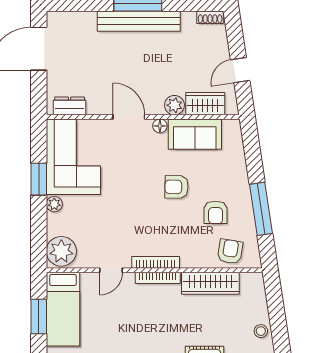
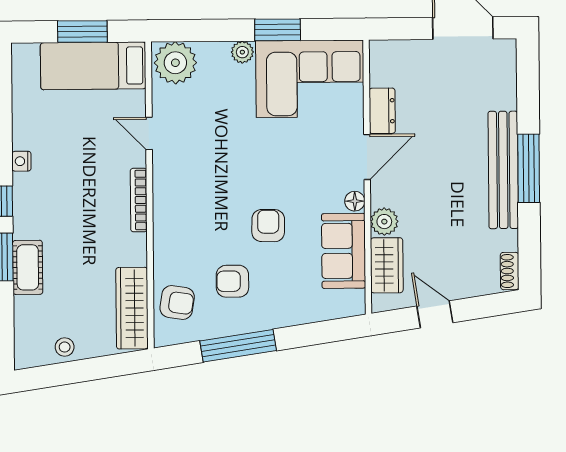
dresser: (70, 106) -> (382, 111), moved
bookcase: (156, 262) -> (161, 197), removed
wardrobe: (210, 283) -> (132, 308), moved

